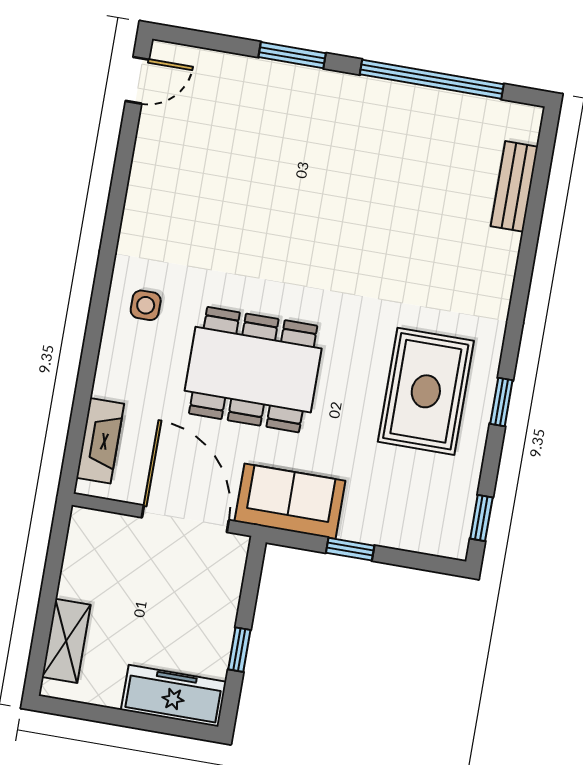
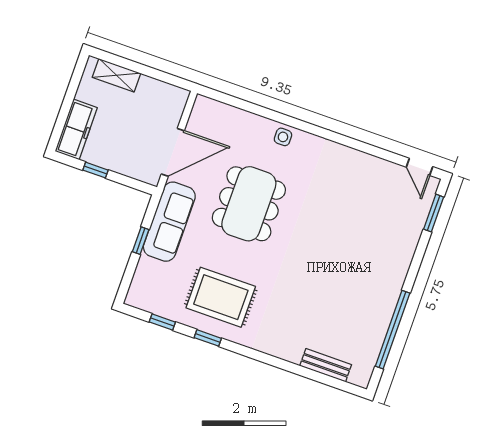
window: (292, 55) -> (434, 213), moved
side table: (146, 305) -> (283, 137), moved
fireplace: (100, 441) -> (224, 113), removed
sofa: (290, 501) -> (169, 222), width x1.36
window: (481, 518) -> (162, 322), moved

